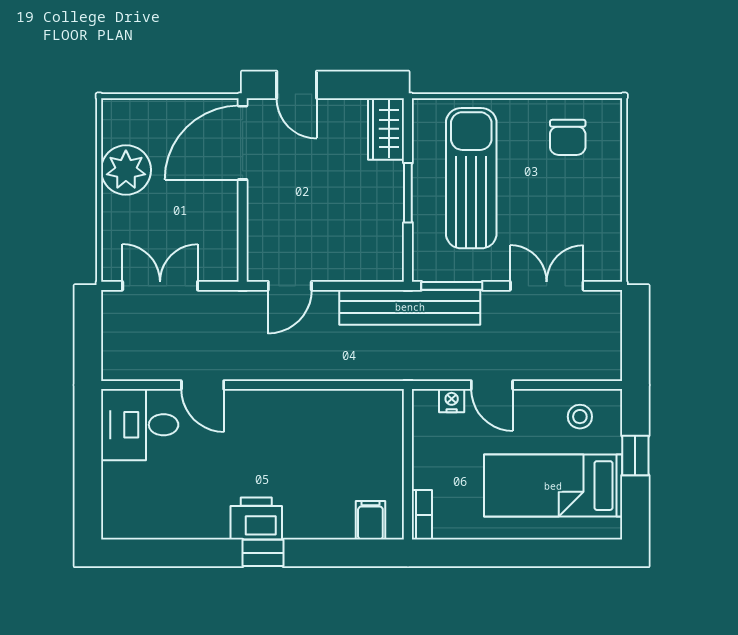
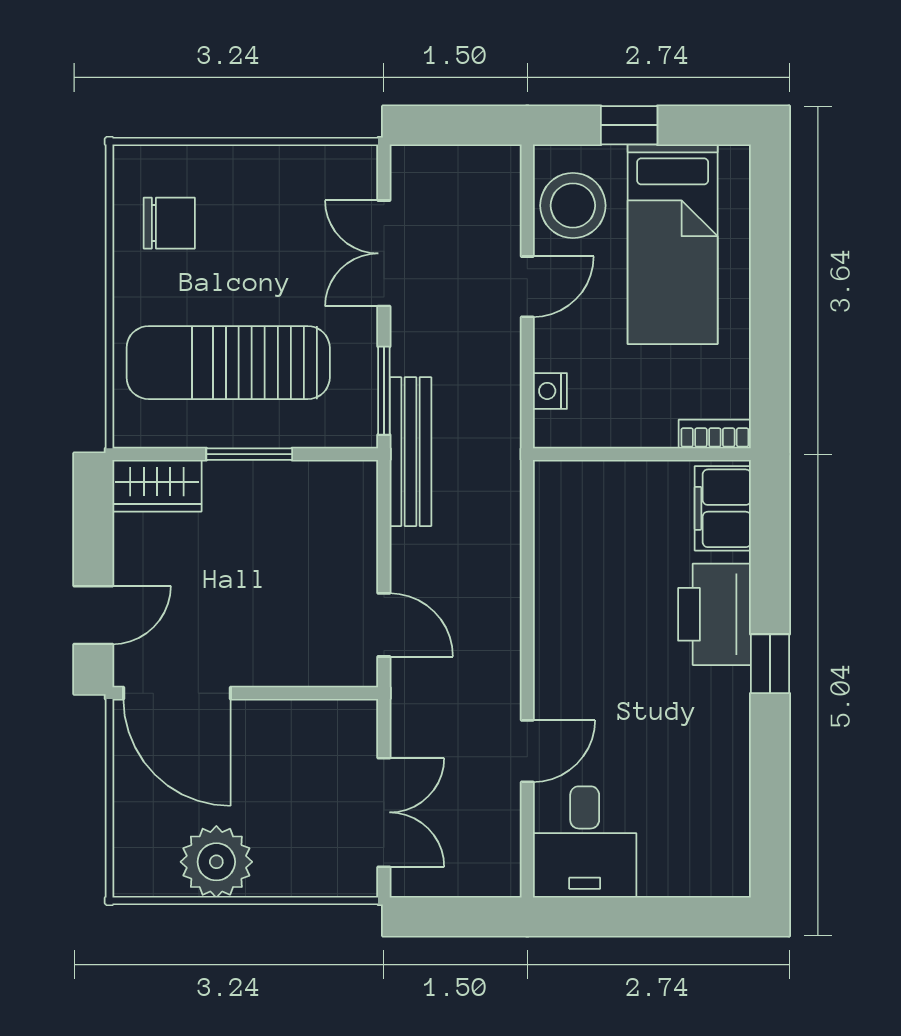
double door: (160, 286) -> (384, 812), swing flipped
bench: (410, 307) -> (410, 452), width x0.73, depth x0.82
door: (492, 385) -> (527, 287), moved
stool: (580, 417) -> (573, 206), width x1.89, depth x1.89
printer: (256, 519) -> (714, 614), moved, width x1.37, depth x1.19
filing cabinet: (370, 520) -> (723, 508), width x2.00

